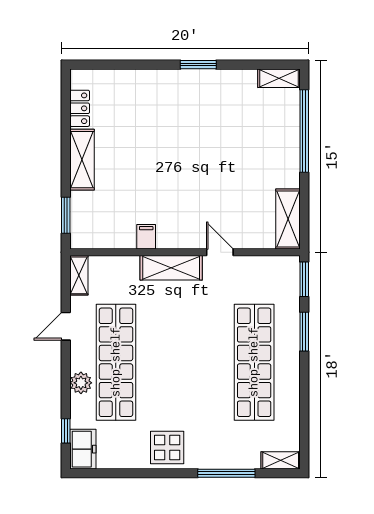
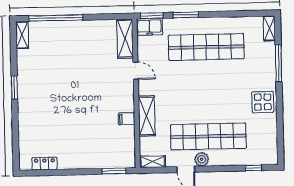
shelving: (82, 160) -> (78, 161), removed
shelving: (288, 219) -> (125, 39), moved, turned 90
door: (220, 252) -> (136, 71), swing flipped
shelving: (171, 268) -> (147, 116), moved
plant: (81, 383) -> (202, 159), moved
freezer: (83, 449) -> (150, 27), moved, turned 180

